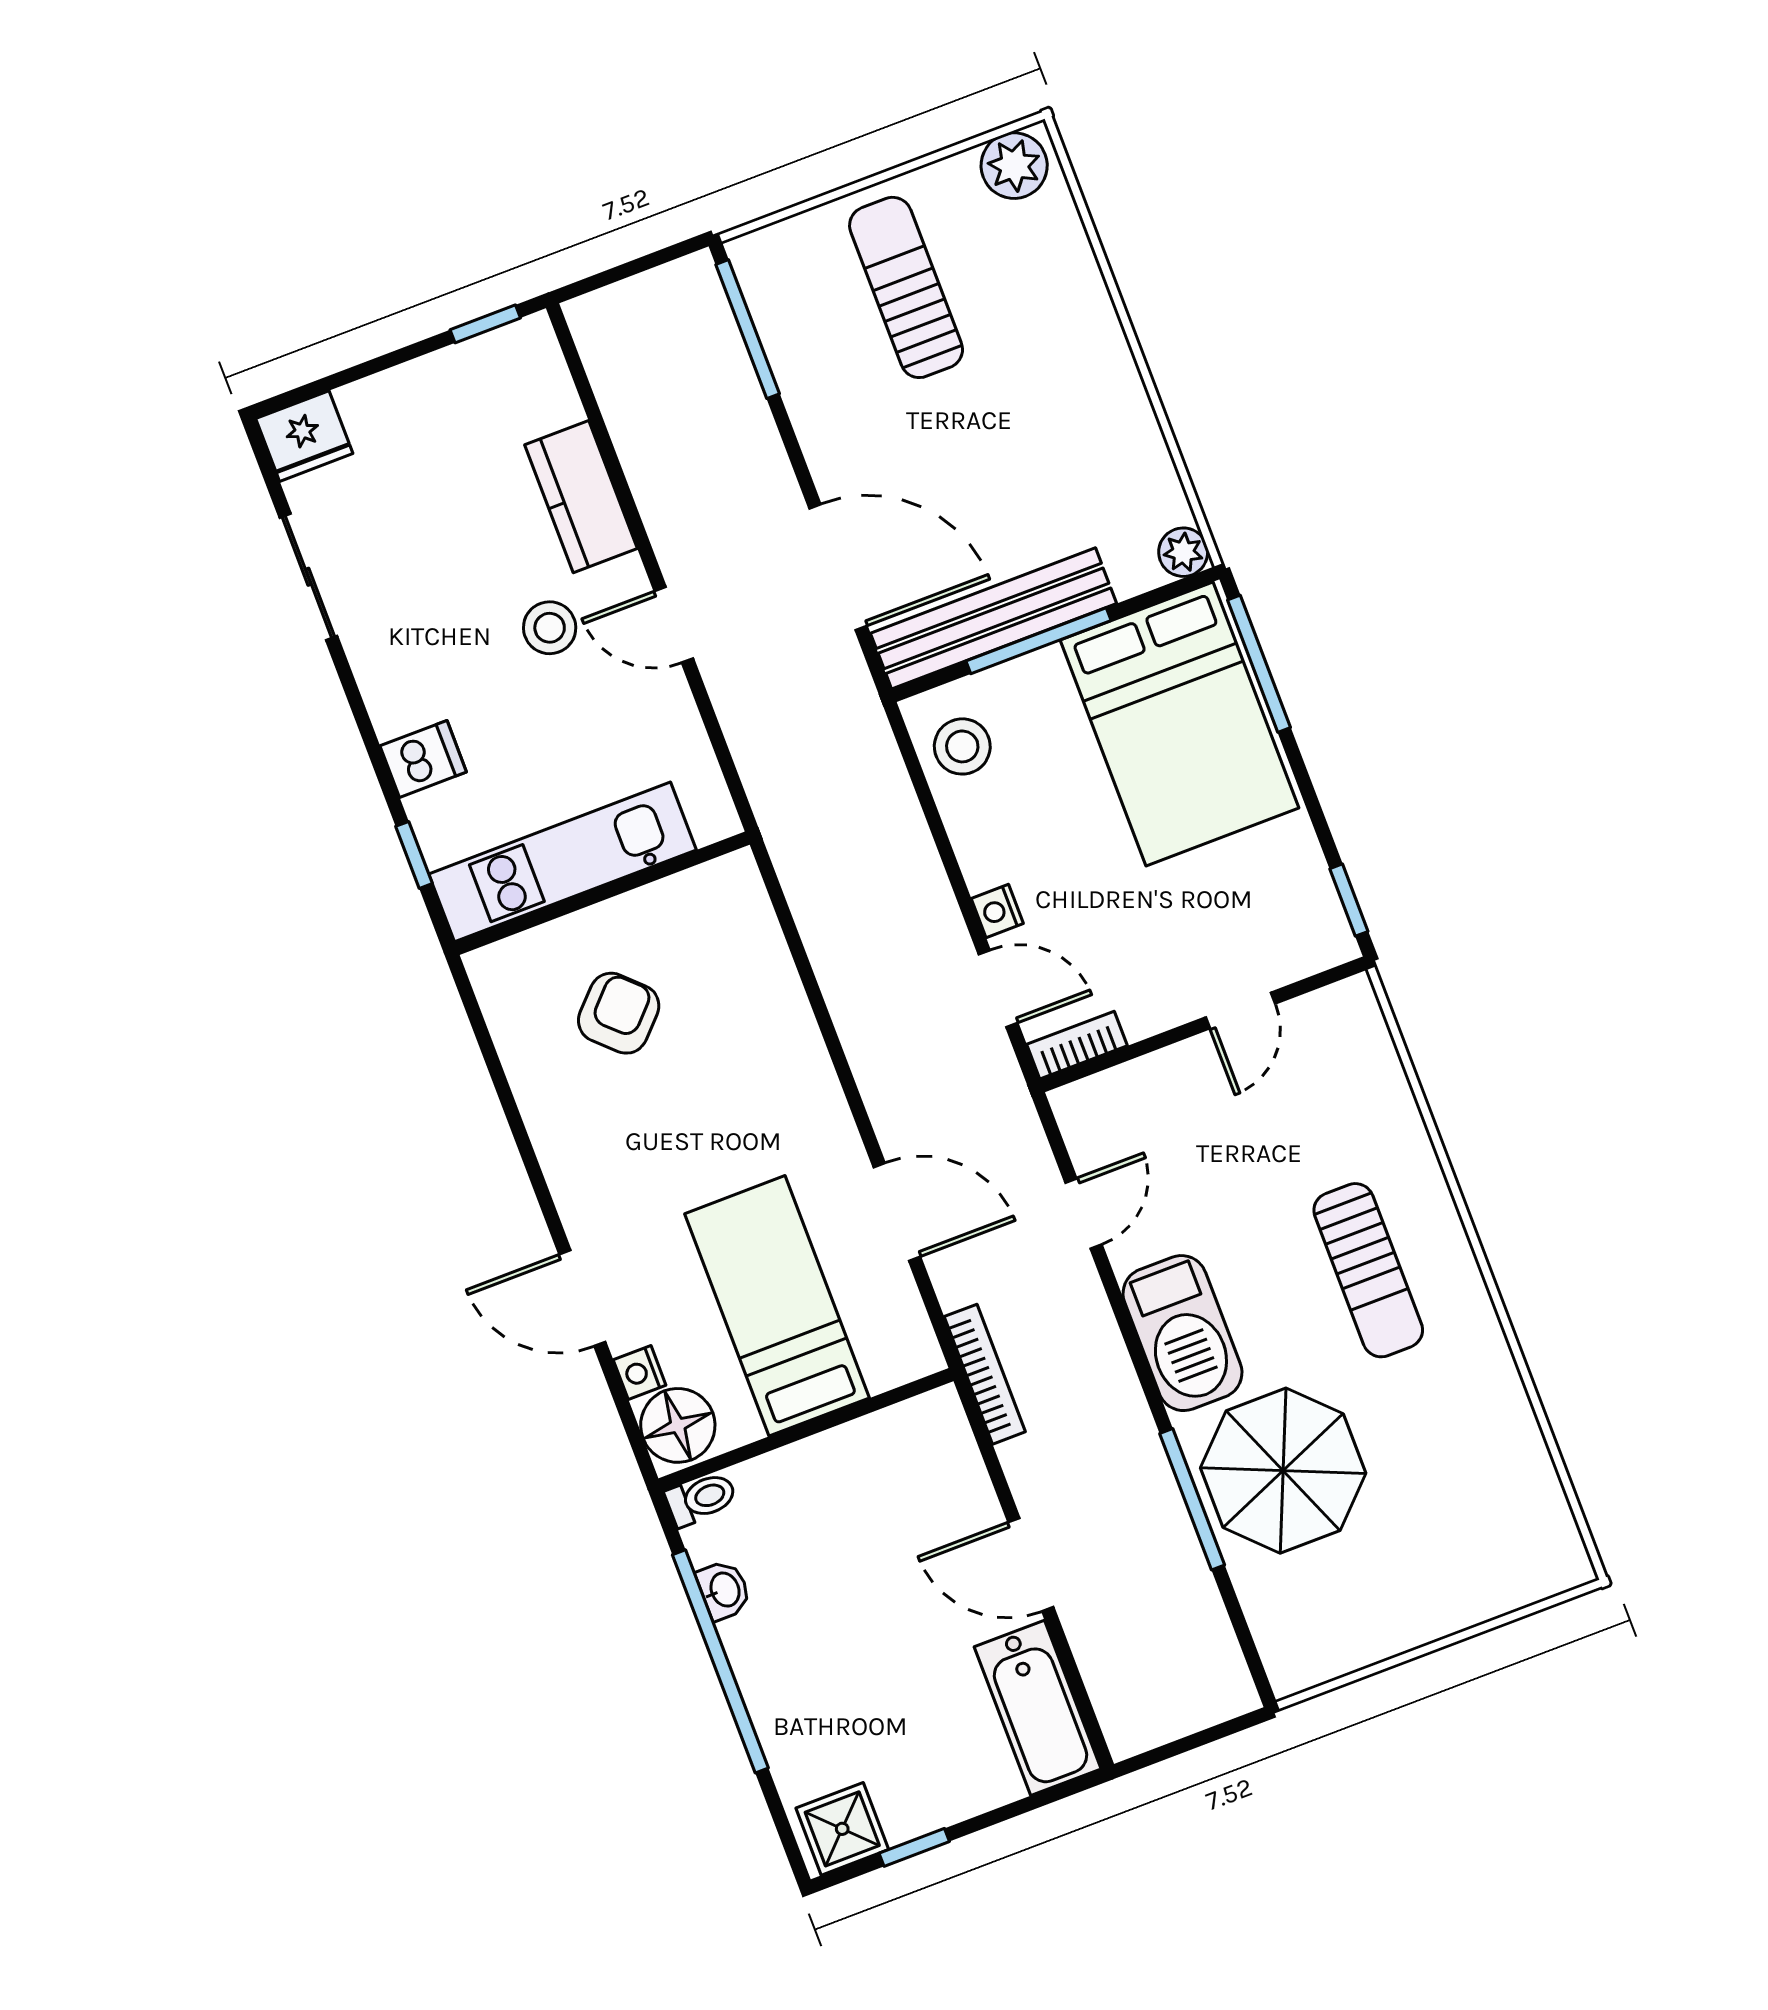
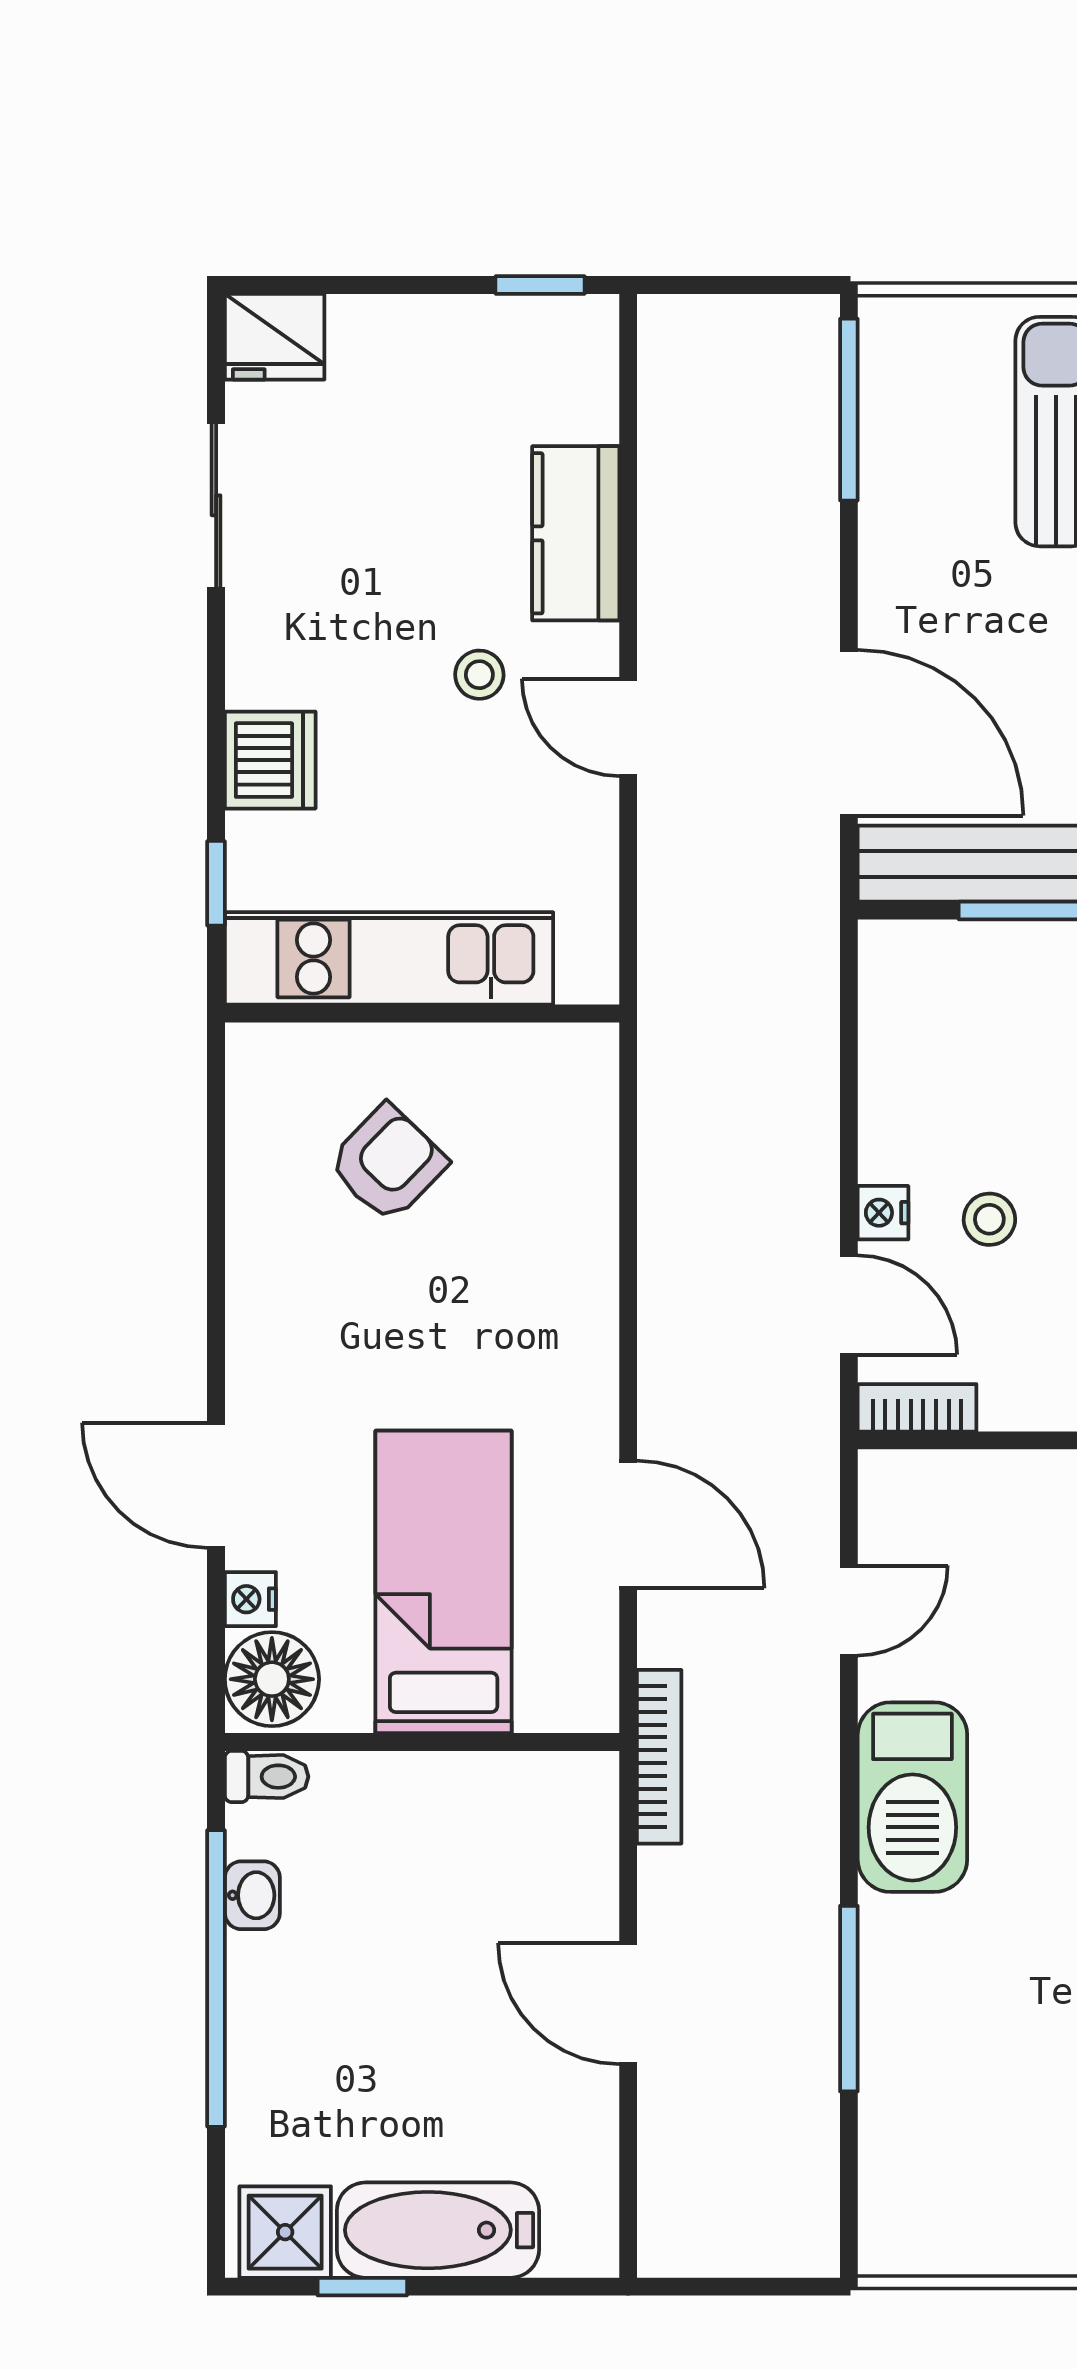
stool: (550, 628) -> (479, 675), width x0.73, depth x0.73
stool: (962, 746) -> (989, 1219), moved, width x0.73, depth x0.73
dishwasher: (423, 759) -> (270, 760), width x1.38
parasol: (1283, 1471) -> (970, 2006), removed
bathtub: (1038, 1708) -> (438, 2230), moved, turned 90

